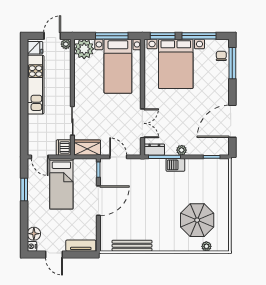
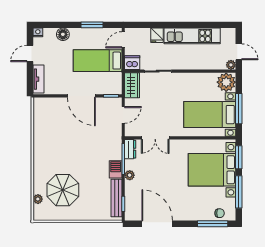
fridge: (35, 48) -> (157, 35), moved
floor lamp: (34, 234) -> (63, 34), moved
bench: (132, 246) -> (116, 198), moved

